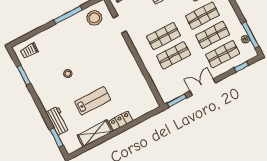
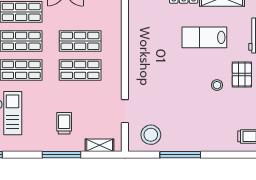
pallet: (55, 89) -> (242, 74), added

